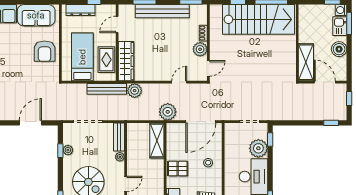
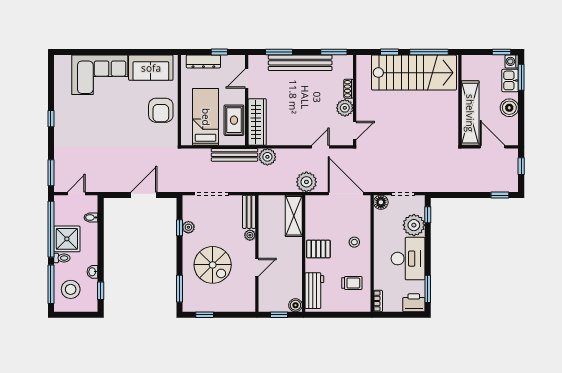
shelving: (306, 62) -> (470, 113), width x1.47
door: (201, 122) -> (346, 194), swing flipped
floor lamp: (231, 129) -> (381, 202), added

